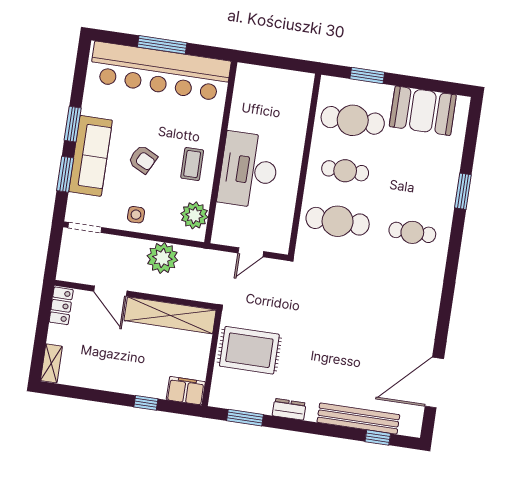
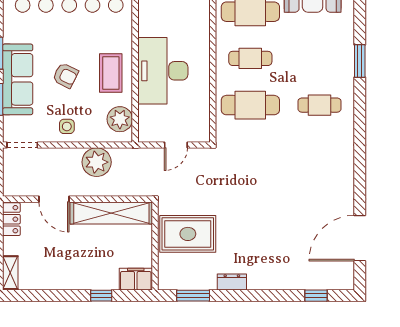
coffee table: (192, 164) -> (111, 73), width x1.36, depth x1.30
bench: (358, 419) -> (296, 281), removed

